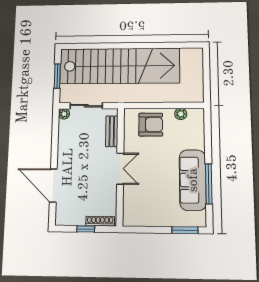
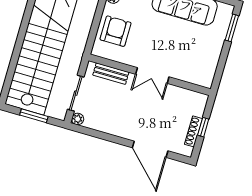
double door: (120, 169) -> (152, 76), swing flipped
door: (53, 186) -> (150, 149), hinge flipped
shoe rack: (100, 221) -> (193, 131), moved

